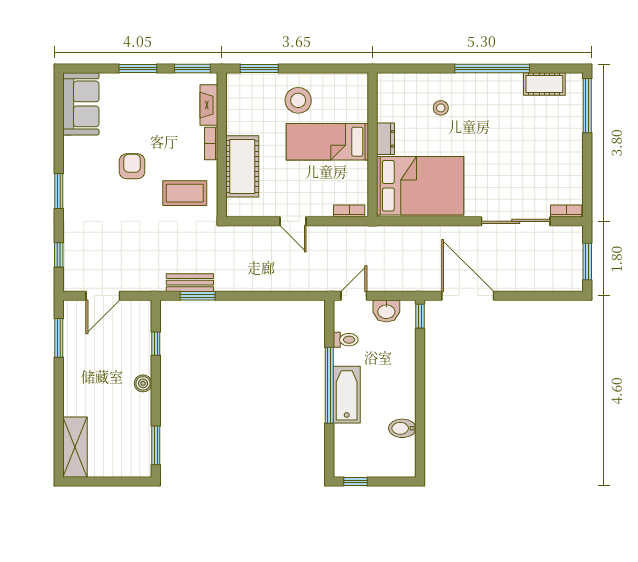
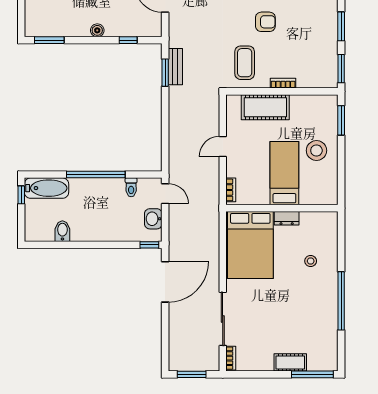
cot: (544, 84) -> (290, 362), moved, turned 90
fireplace: (209, 105) -> (313, 81), removed
bathtub: (347, 395) -> (47, 188), moved

